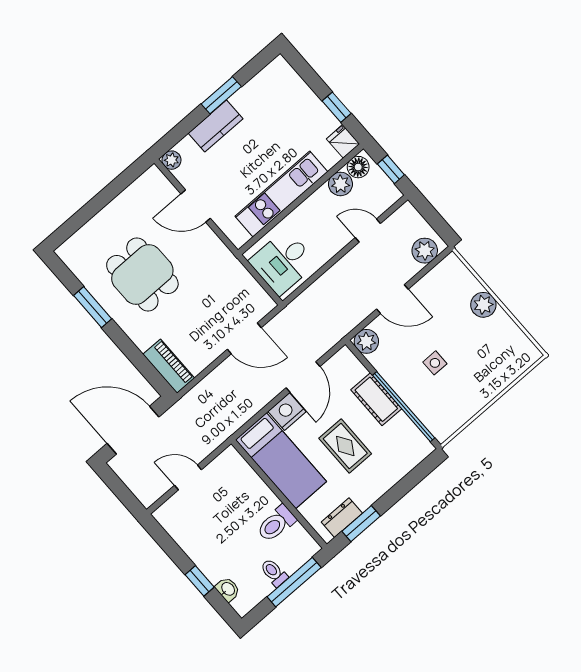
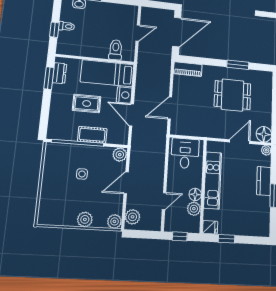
floor lamp: (358, 167) -> (195, 194), moved
floor lamp: (153, 183) -> (264, 134), added
plant: (451, 267) -> (114, 221), added
toilet: (276, 524) -> (116, 50), moved
window: (294, 582) -> (54, 30), width x0.46

